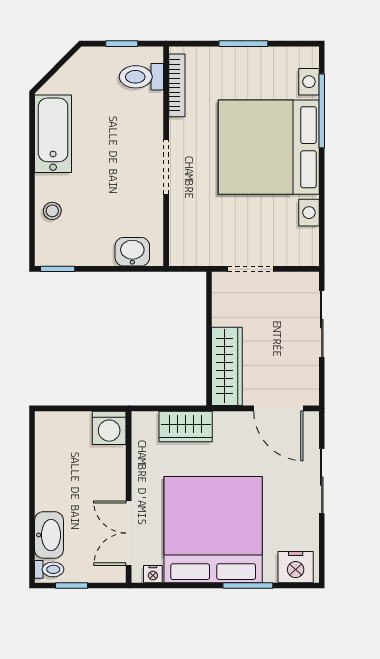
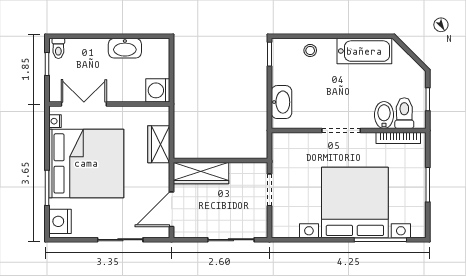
bidet: (144, 106) -> (384, 115), added
washbasin: (132, 252) -> (281, 102), width x1.38
washbasin: (49, 535) -> (125, 48), moved

